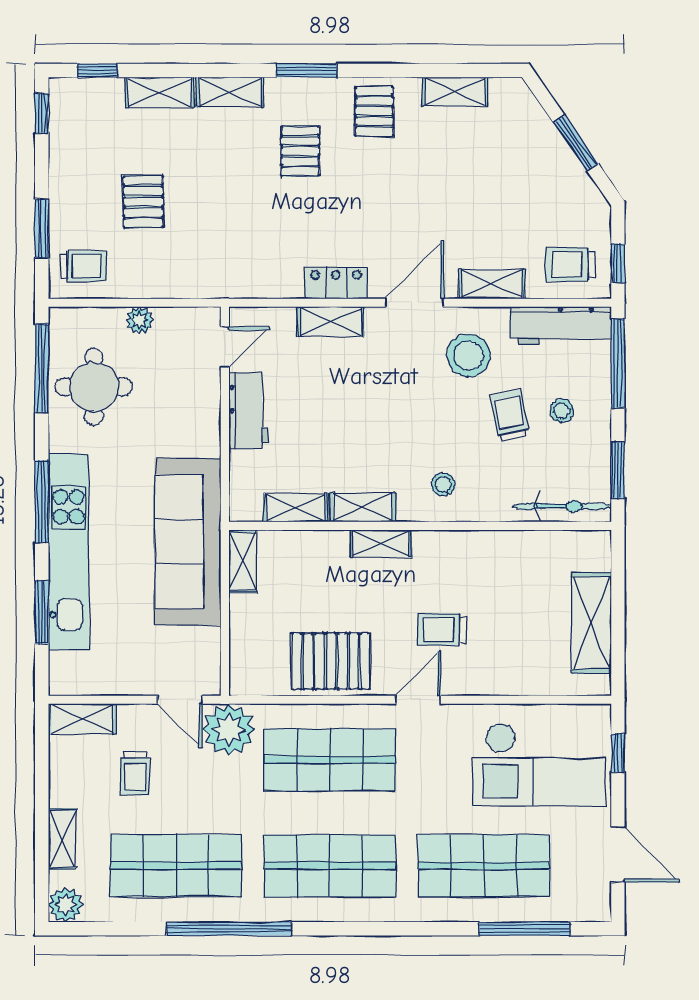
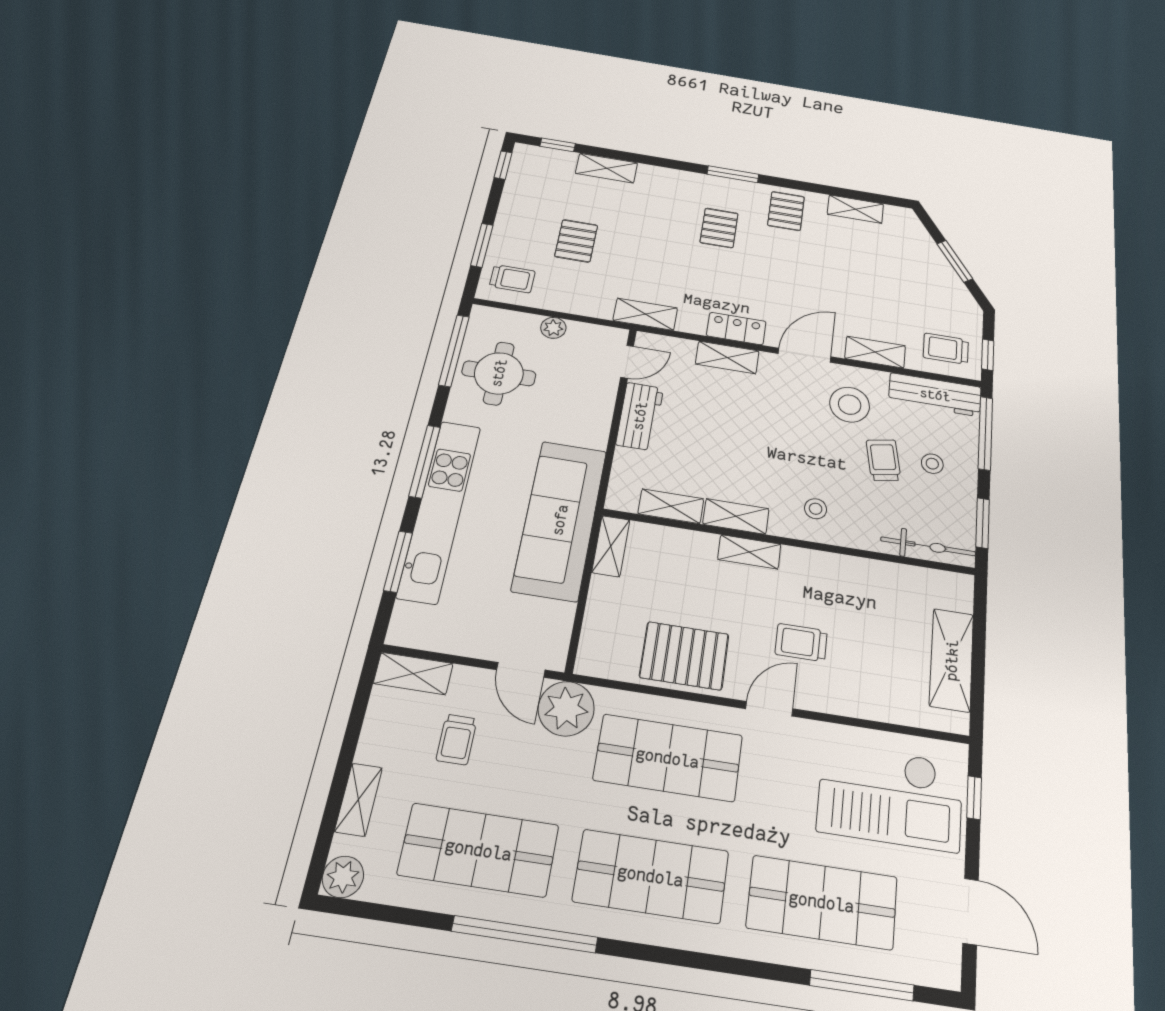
shelving: (230, 92) -> (645, 314), moved

